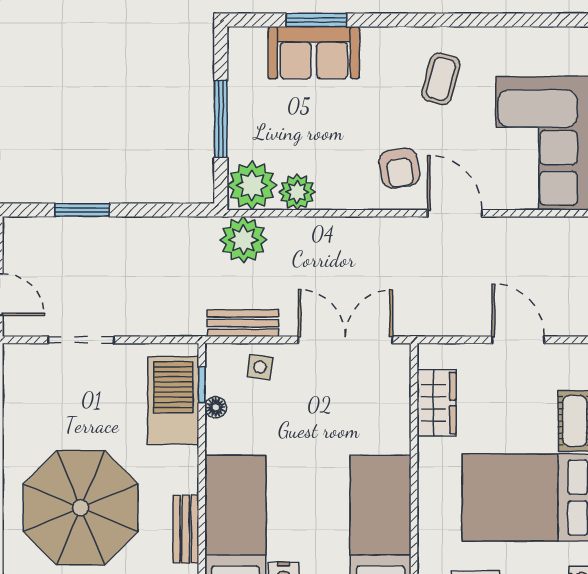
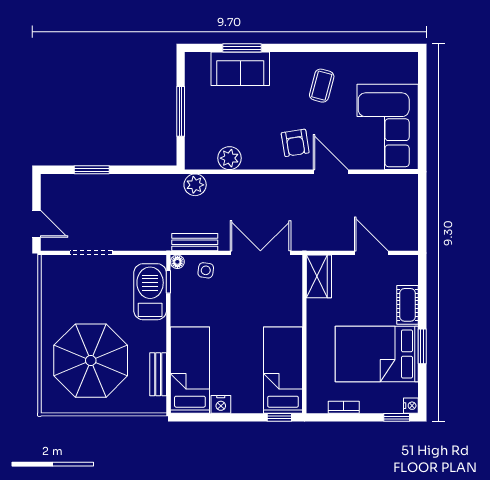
plant: (252, 185) -> (200, 154), removed
plant: (243, 240) -> (195, 185), width x0.73, depth x0.73
wardrobe: (437, 403) -> (319, 276), moved
floor lamp: (216, 407) -> (177, 262), moved

